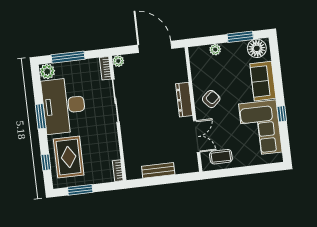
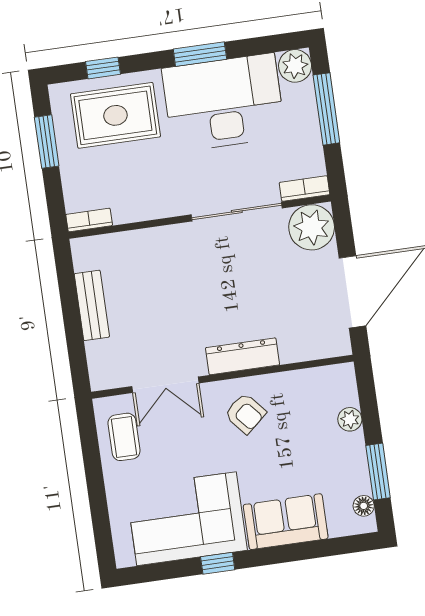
floor lamp: (257, 48) -> (364, 506), width x0.53, depth x0.53
plant: (118, 61) -> (312, 227), width x1.87, depth x1.87

